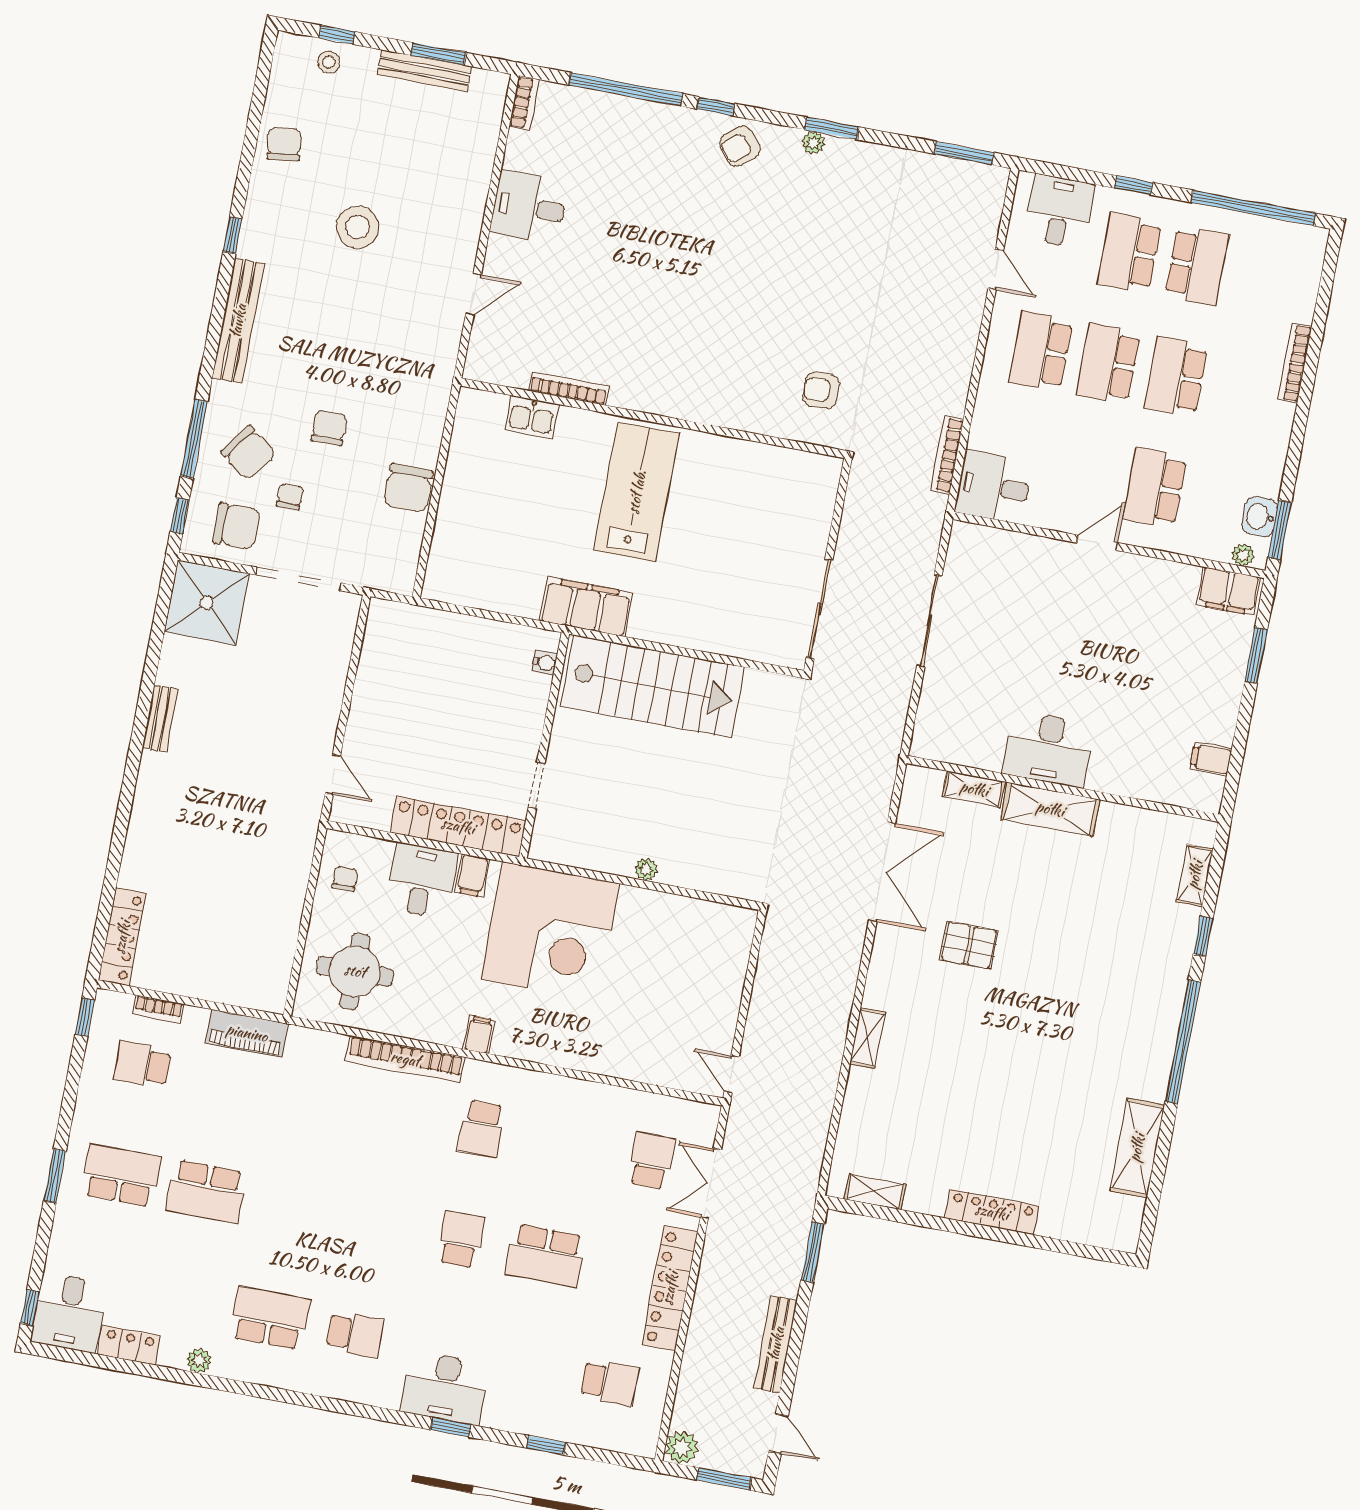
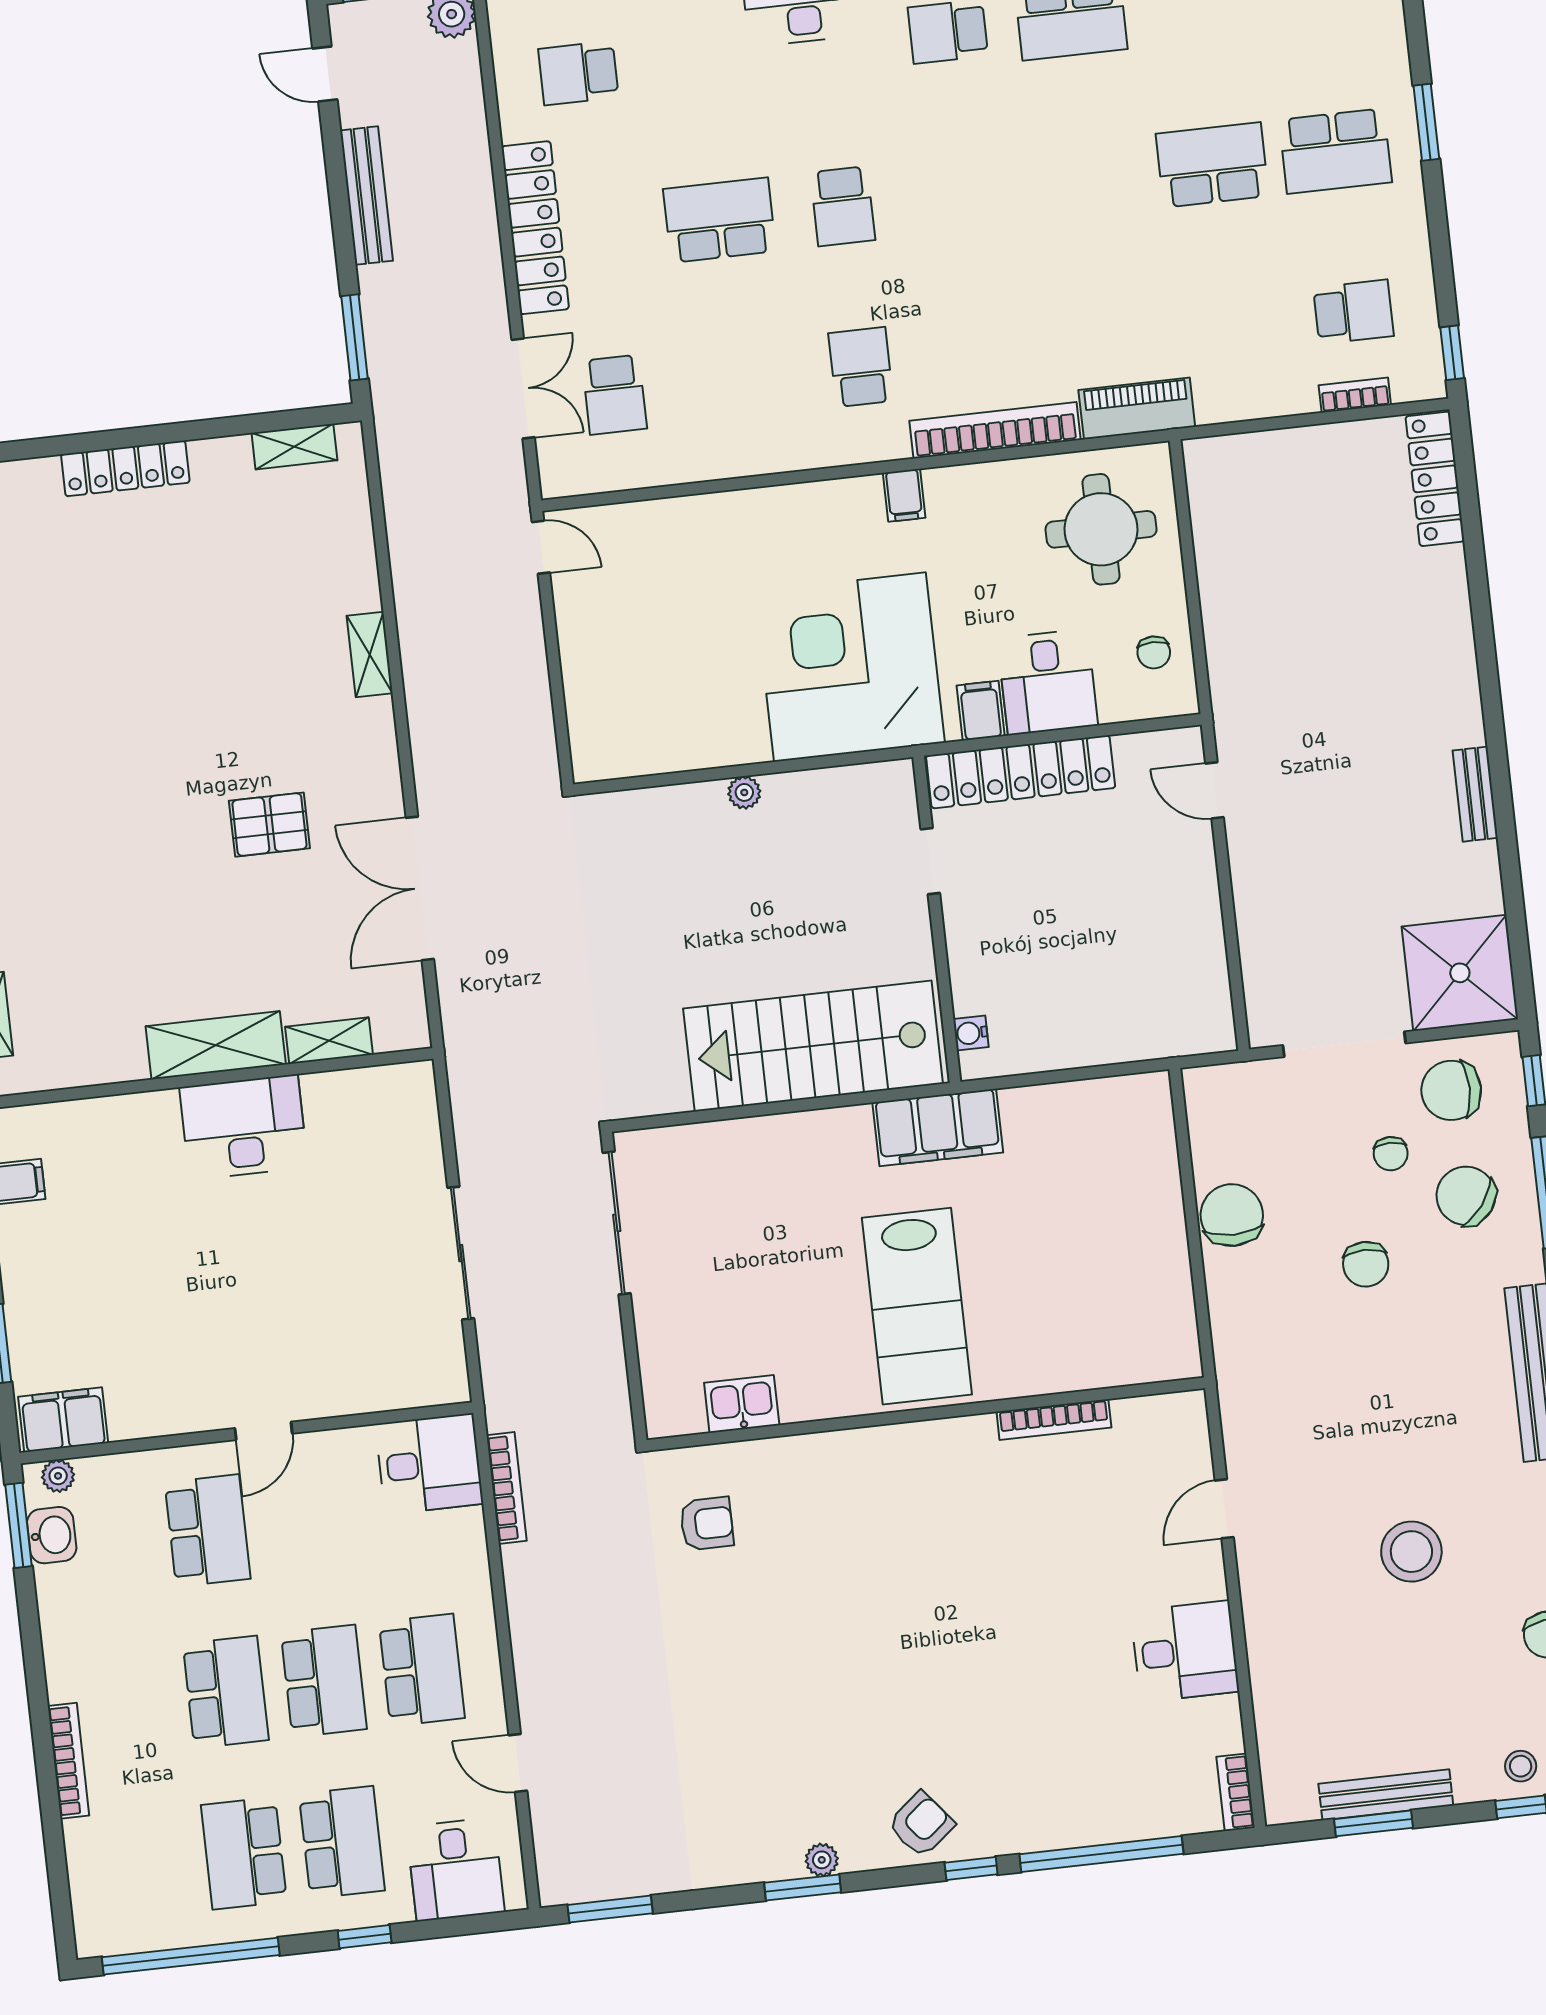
kitchen sink: (532, 417) -> (742, 1404), moved
piano: (247, 1033) -> (1137, 408), moved

